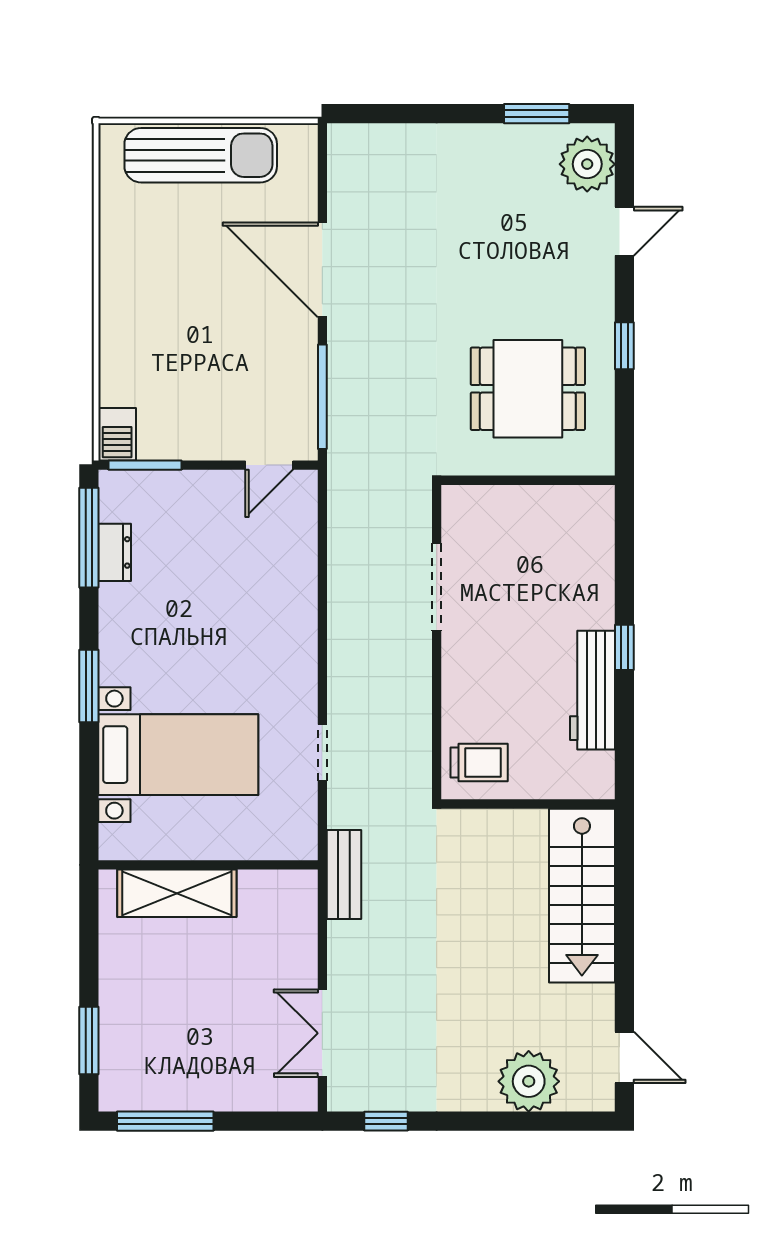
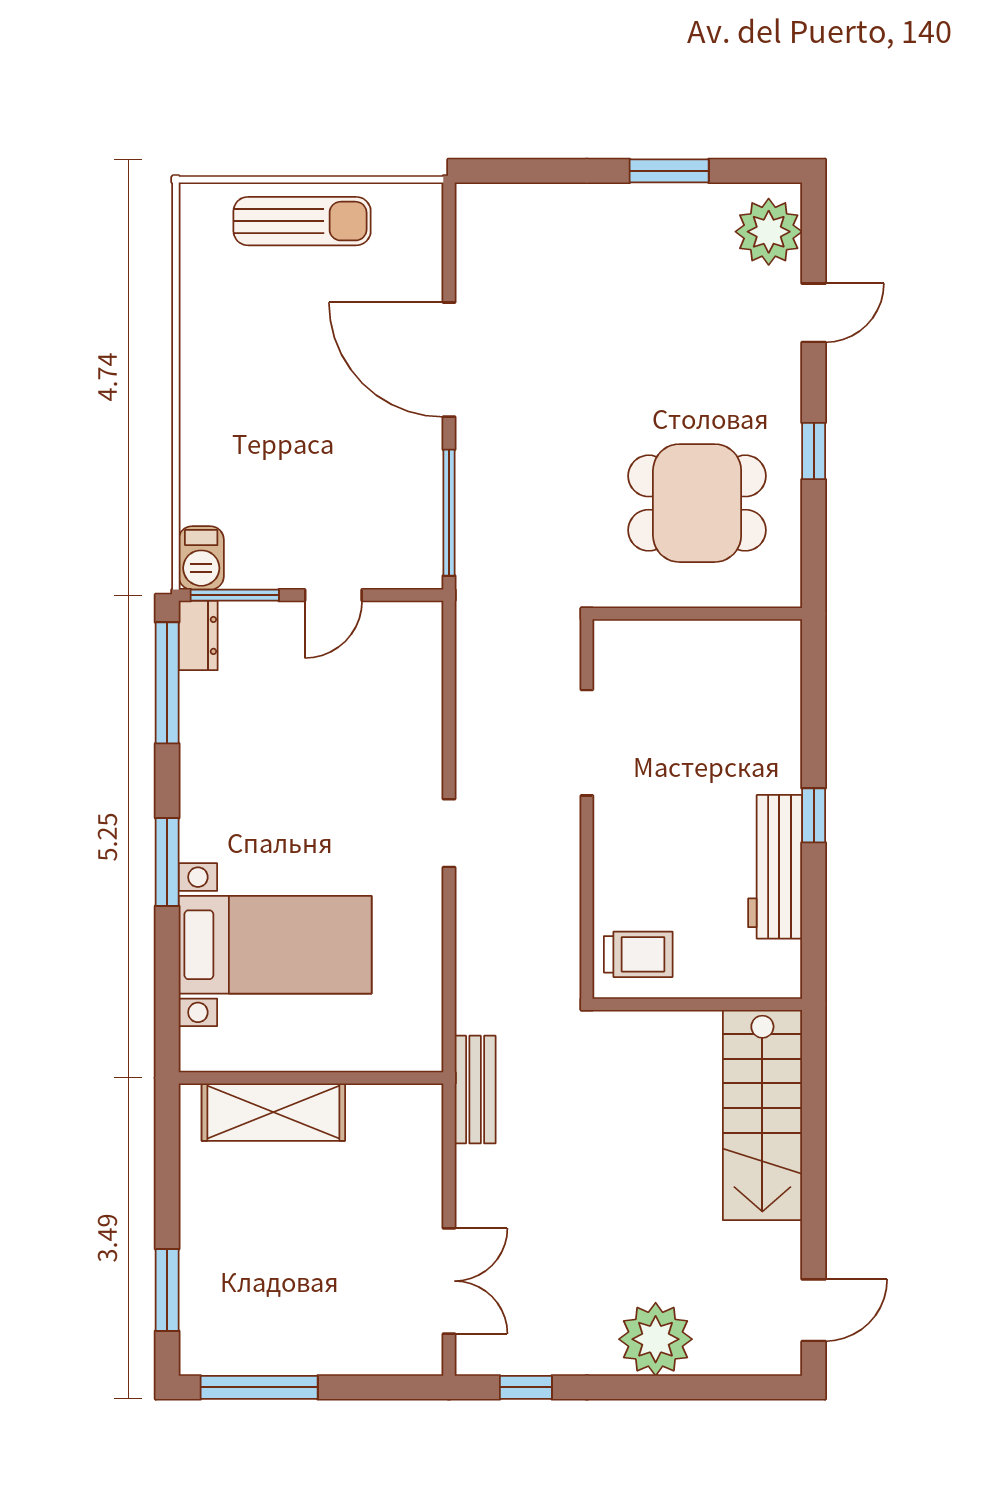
window: (537, 114) -> (669, 171), moved
sun lounger: (201, 155) -> (302, 221), width x0.73, depth x0.75
door: (269, 465) -> (333, 595), moved
dresser: (115, 552) -> (198, 635), moved
doorway: (322, 753) -> (449, 833), moved
double door: (322, 1033) -> (449, 1281), swing flipped
door: (624, 1057) -> (814, 1310), hinge flipped
plant: (529, 1081) -> (656, 1339), moved

